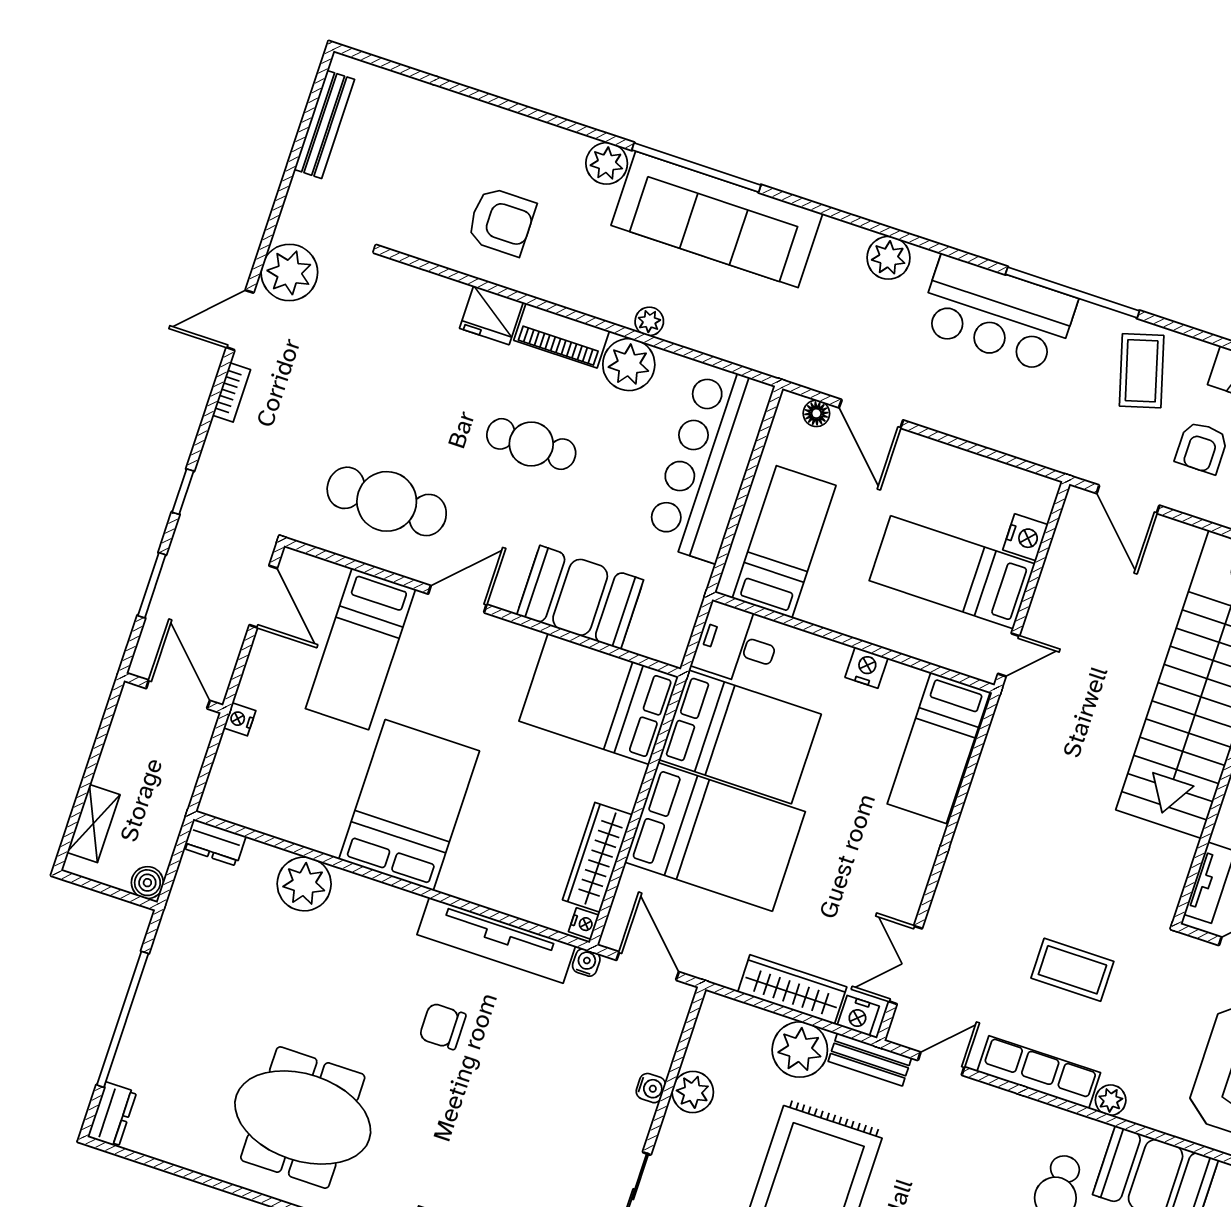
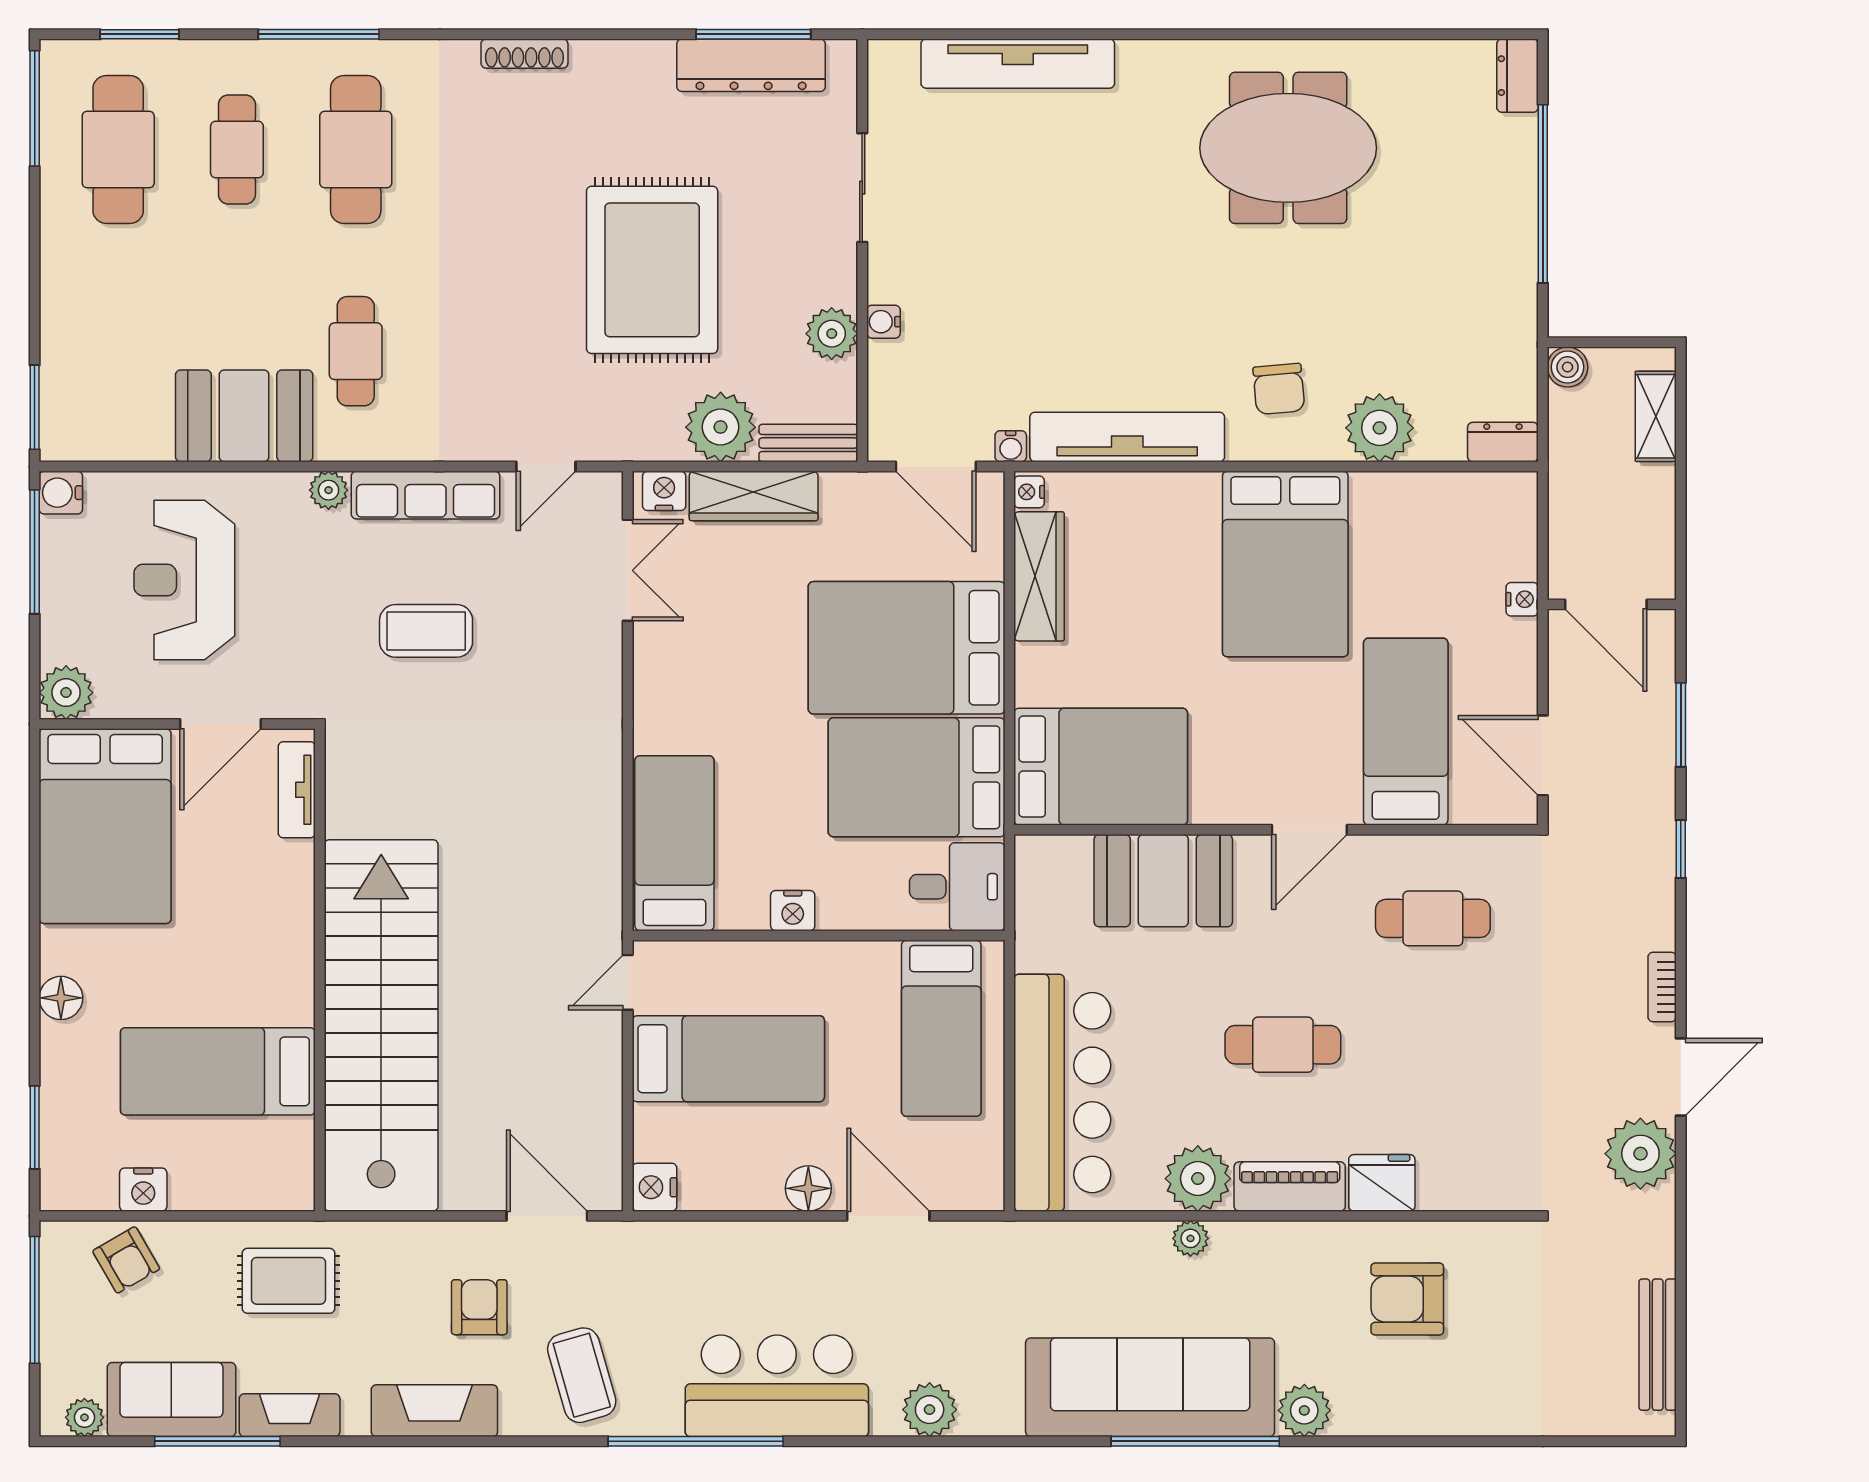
floor lamp: (816, 413) -> (808, 1188), moved, width x1.37, depth x1.37
cafe table: (387, 501) -> (1433, 918), width x0.73, depth x0.74
nightstand: (1025, 537) -> (655, 1187), moved
chair: (443, 1026) -> (1279, 389), moved, turned 85
bench: (870, 1059) -> (808, 443), moved

